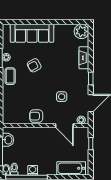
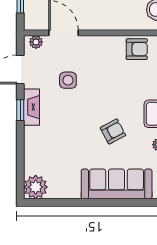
fireplace: (84, 58) -> (31, 107), moved
armchair: (36, 116) -> (137, 49), moved

